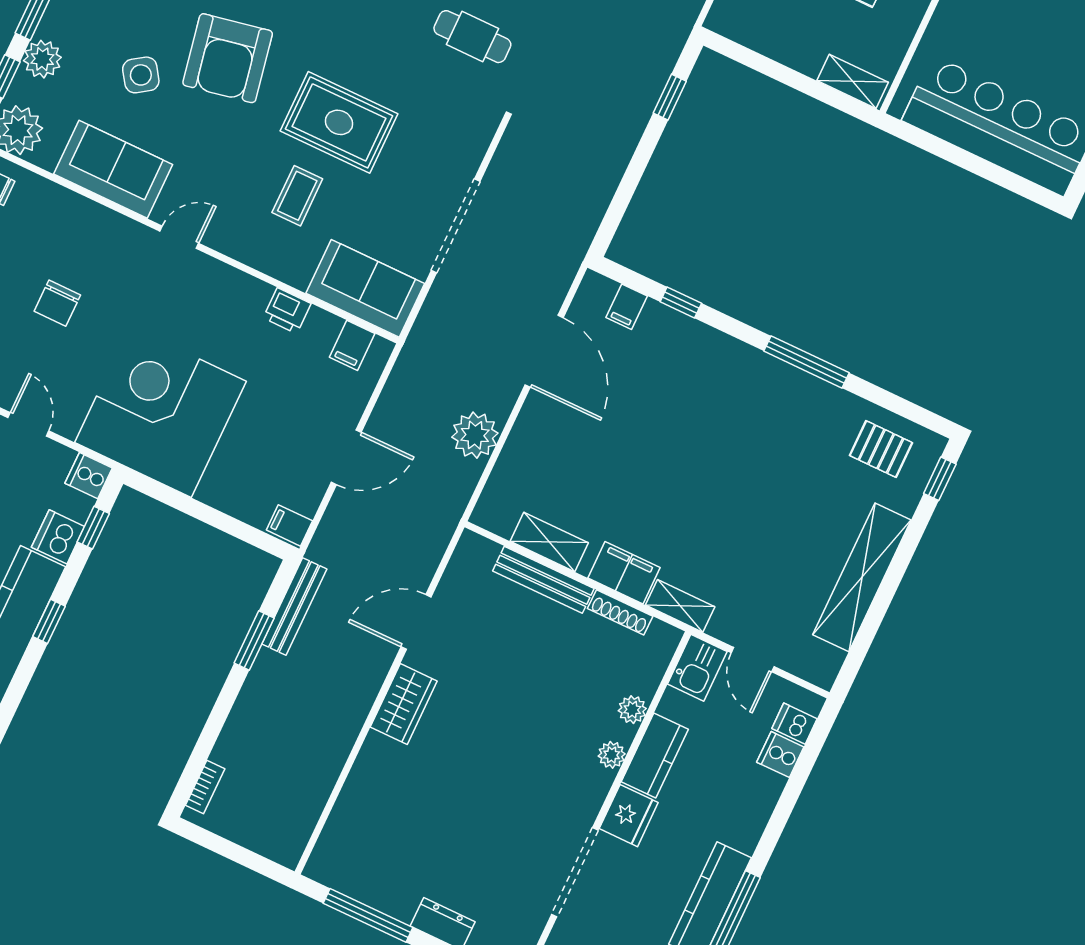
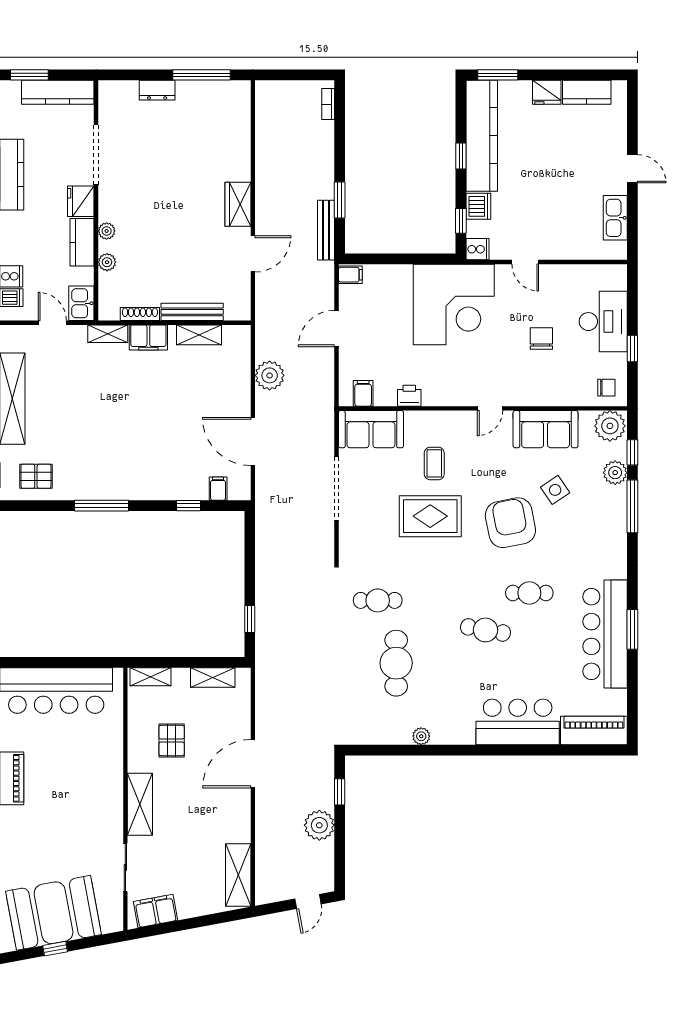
shelving: (763, 38) -> (213, 678), added

